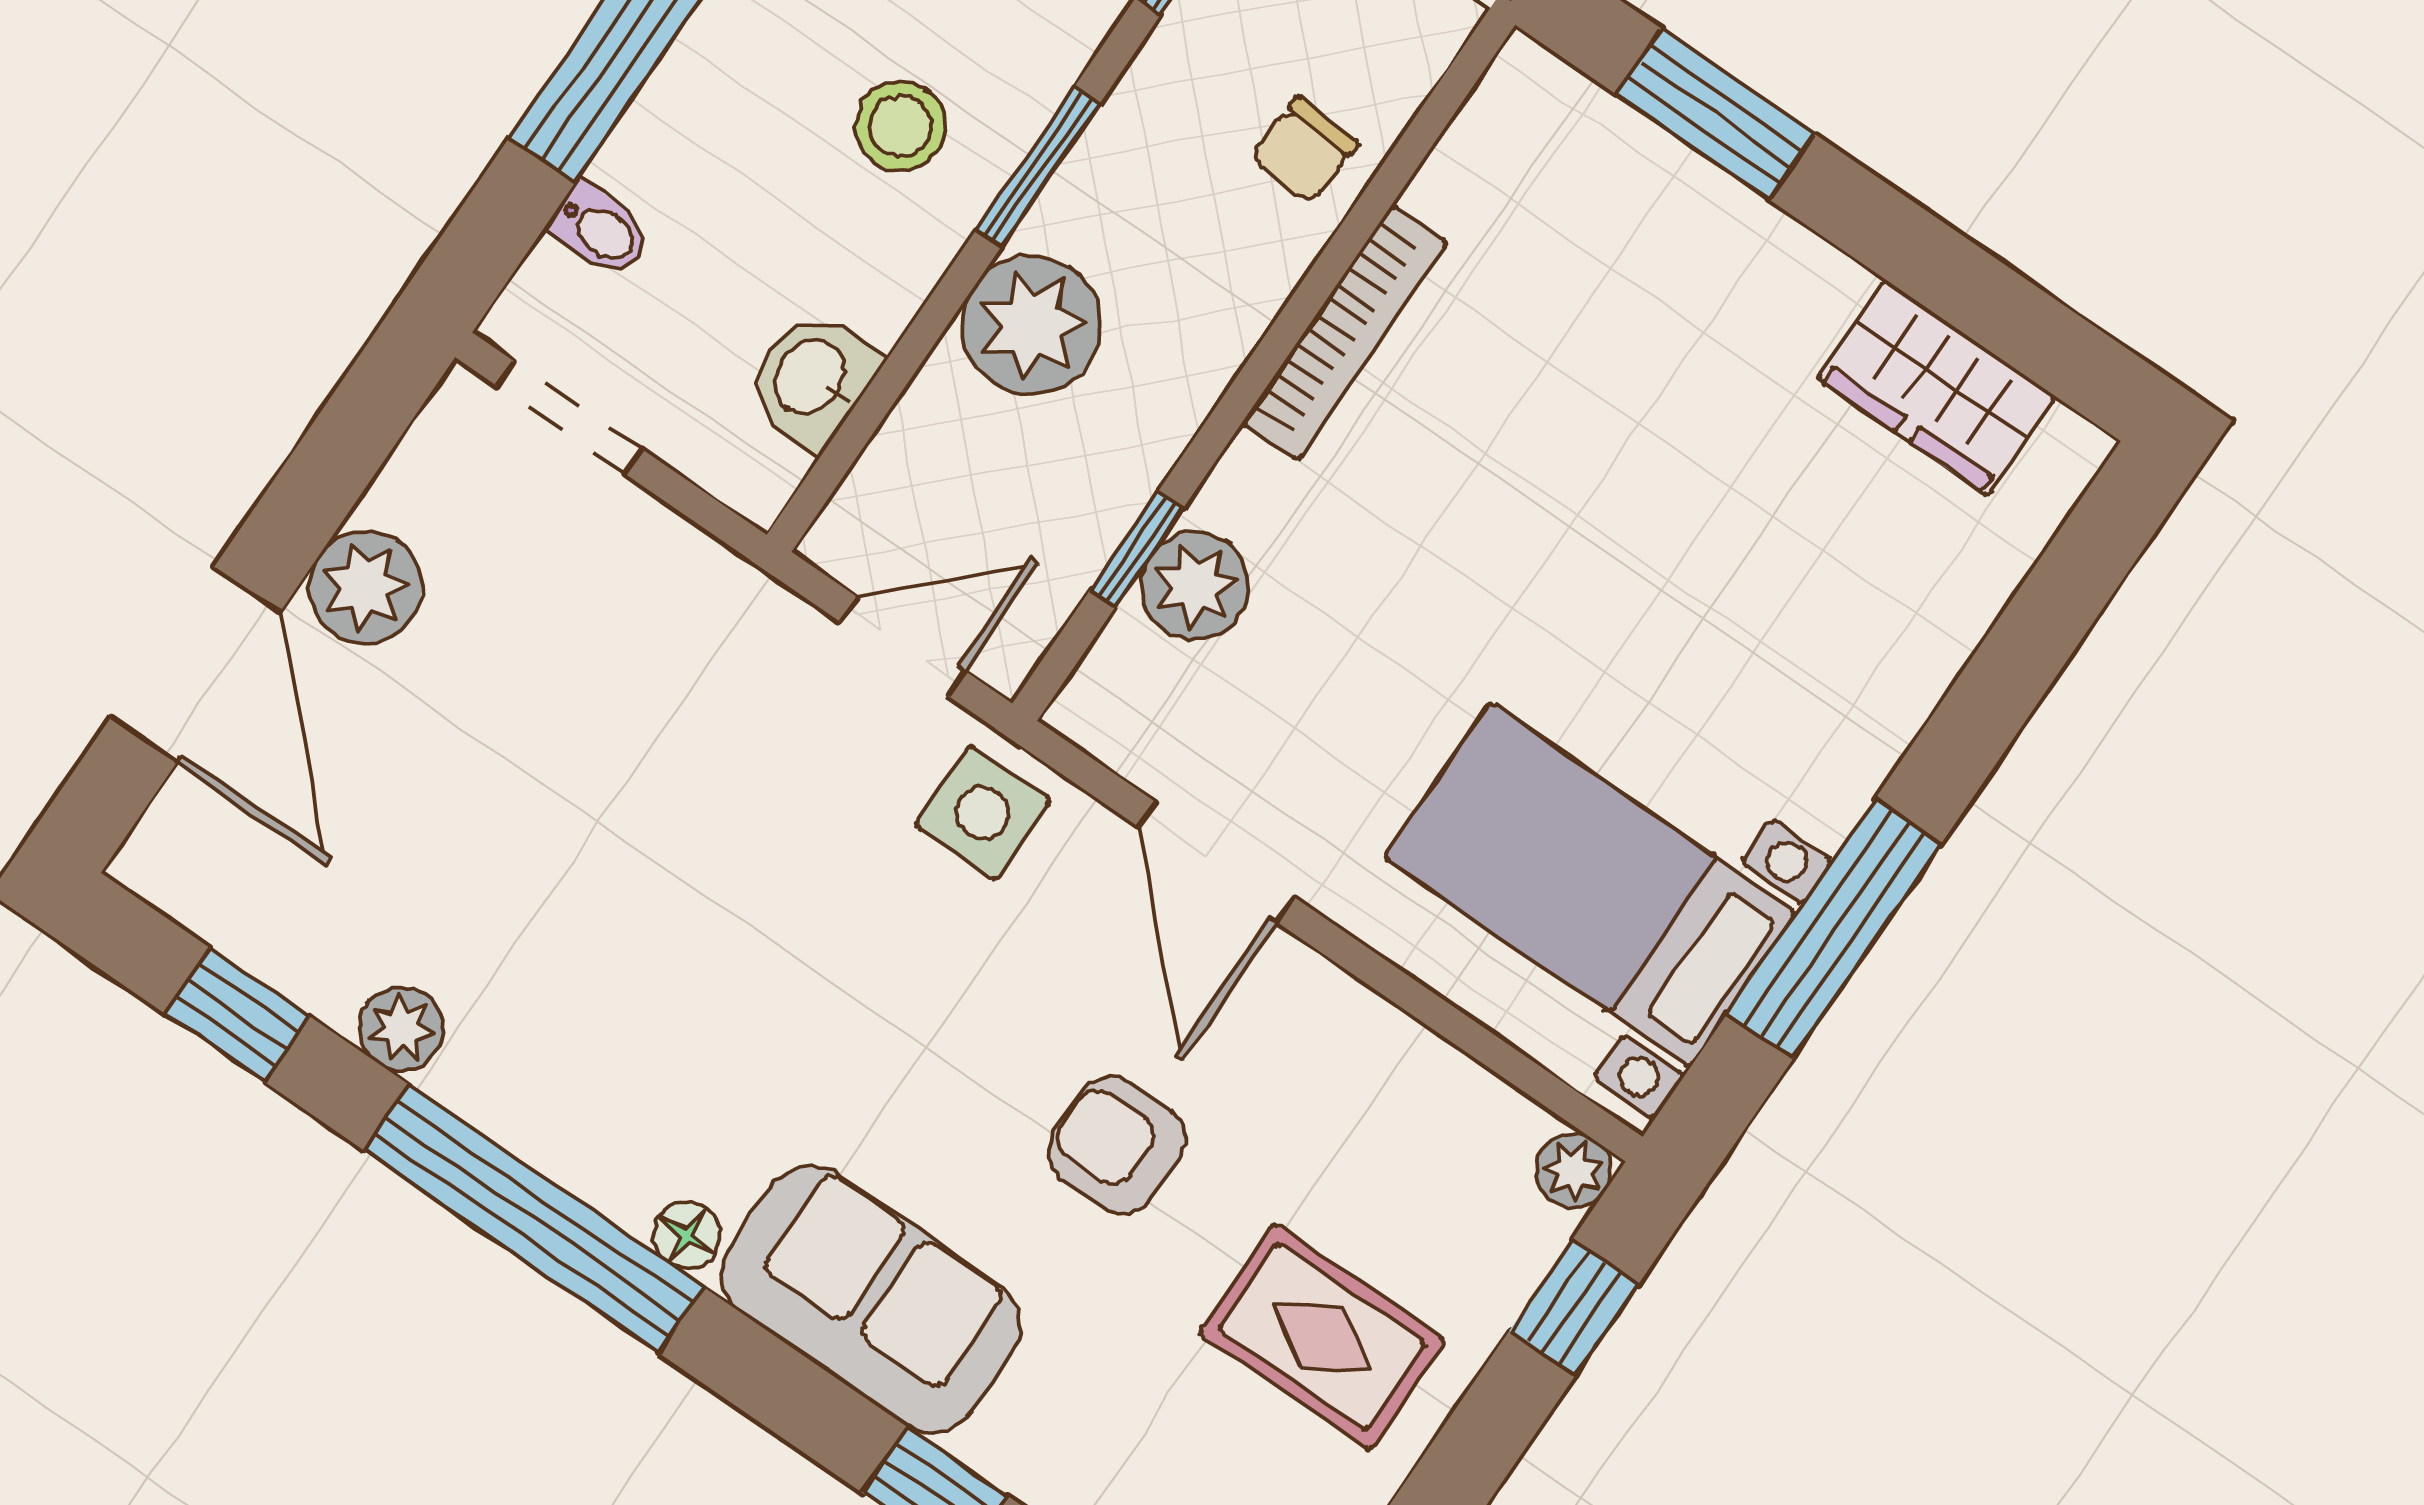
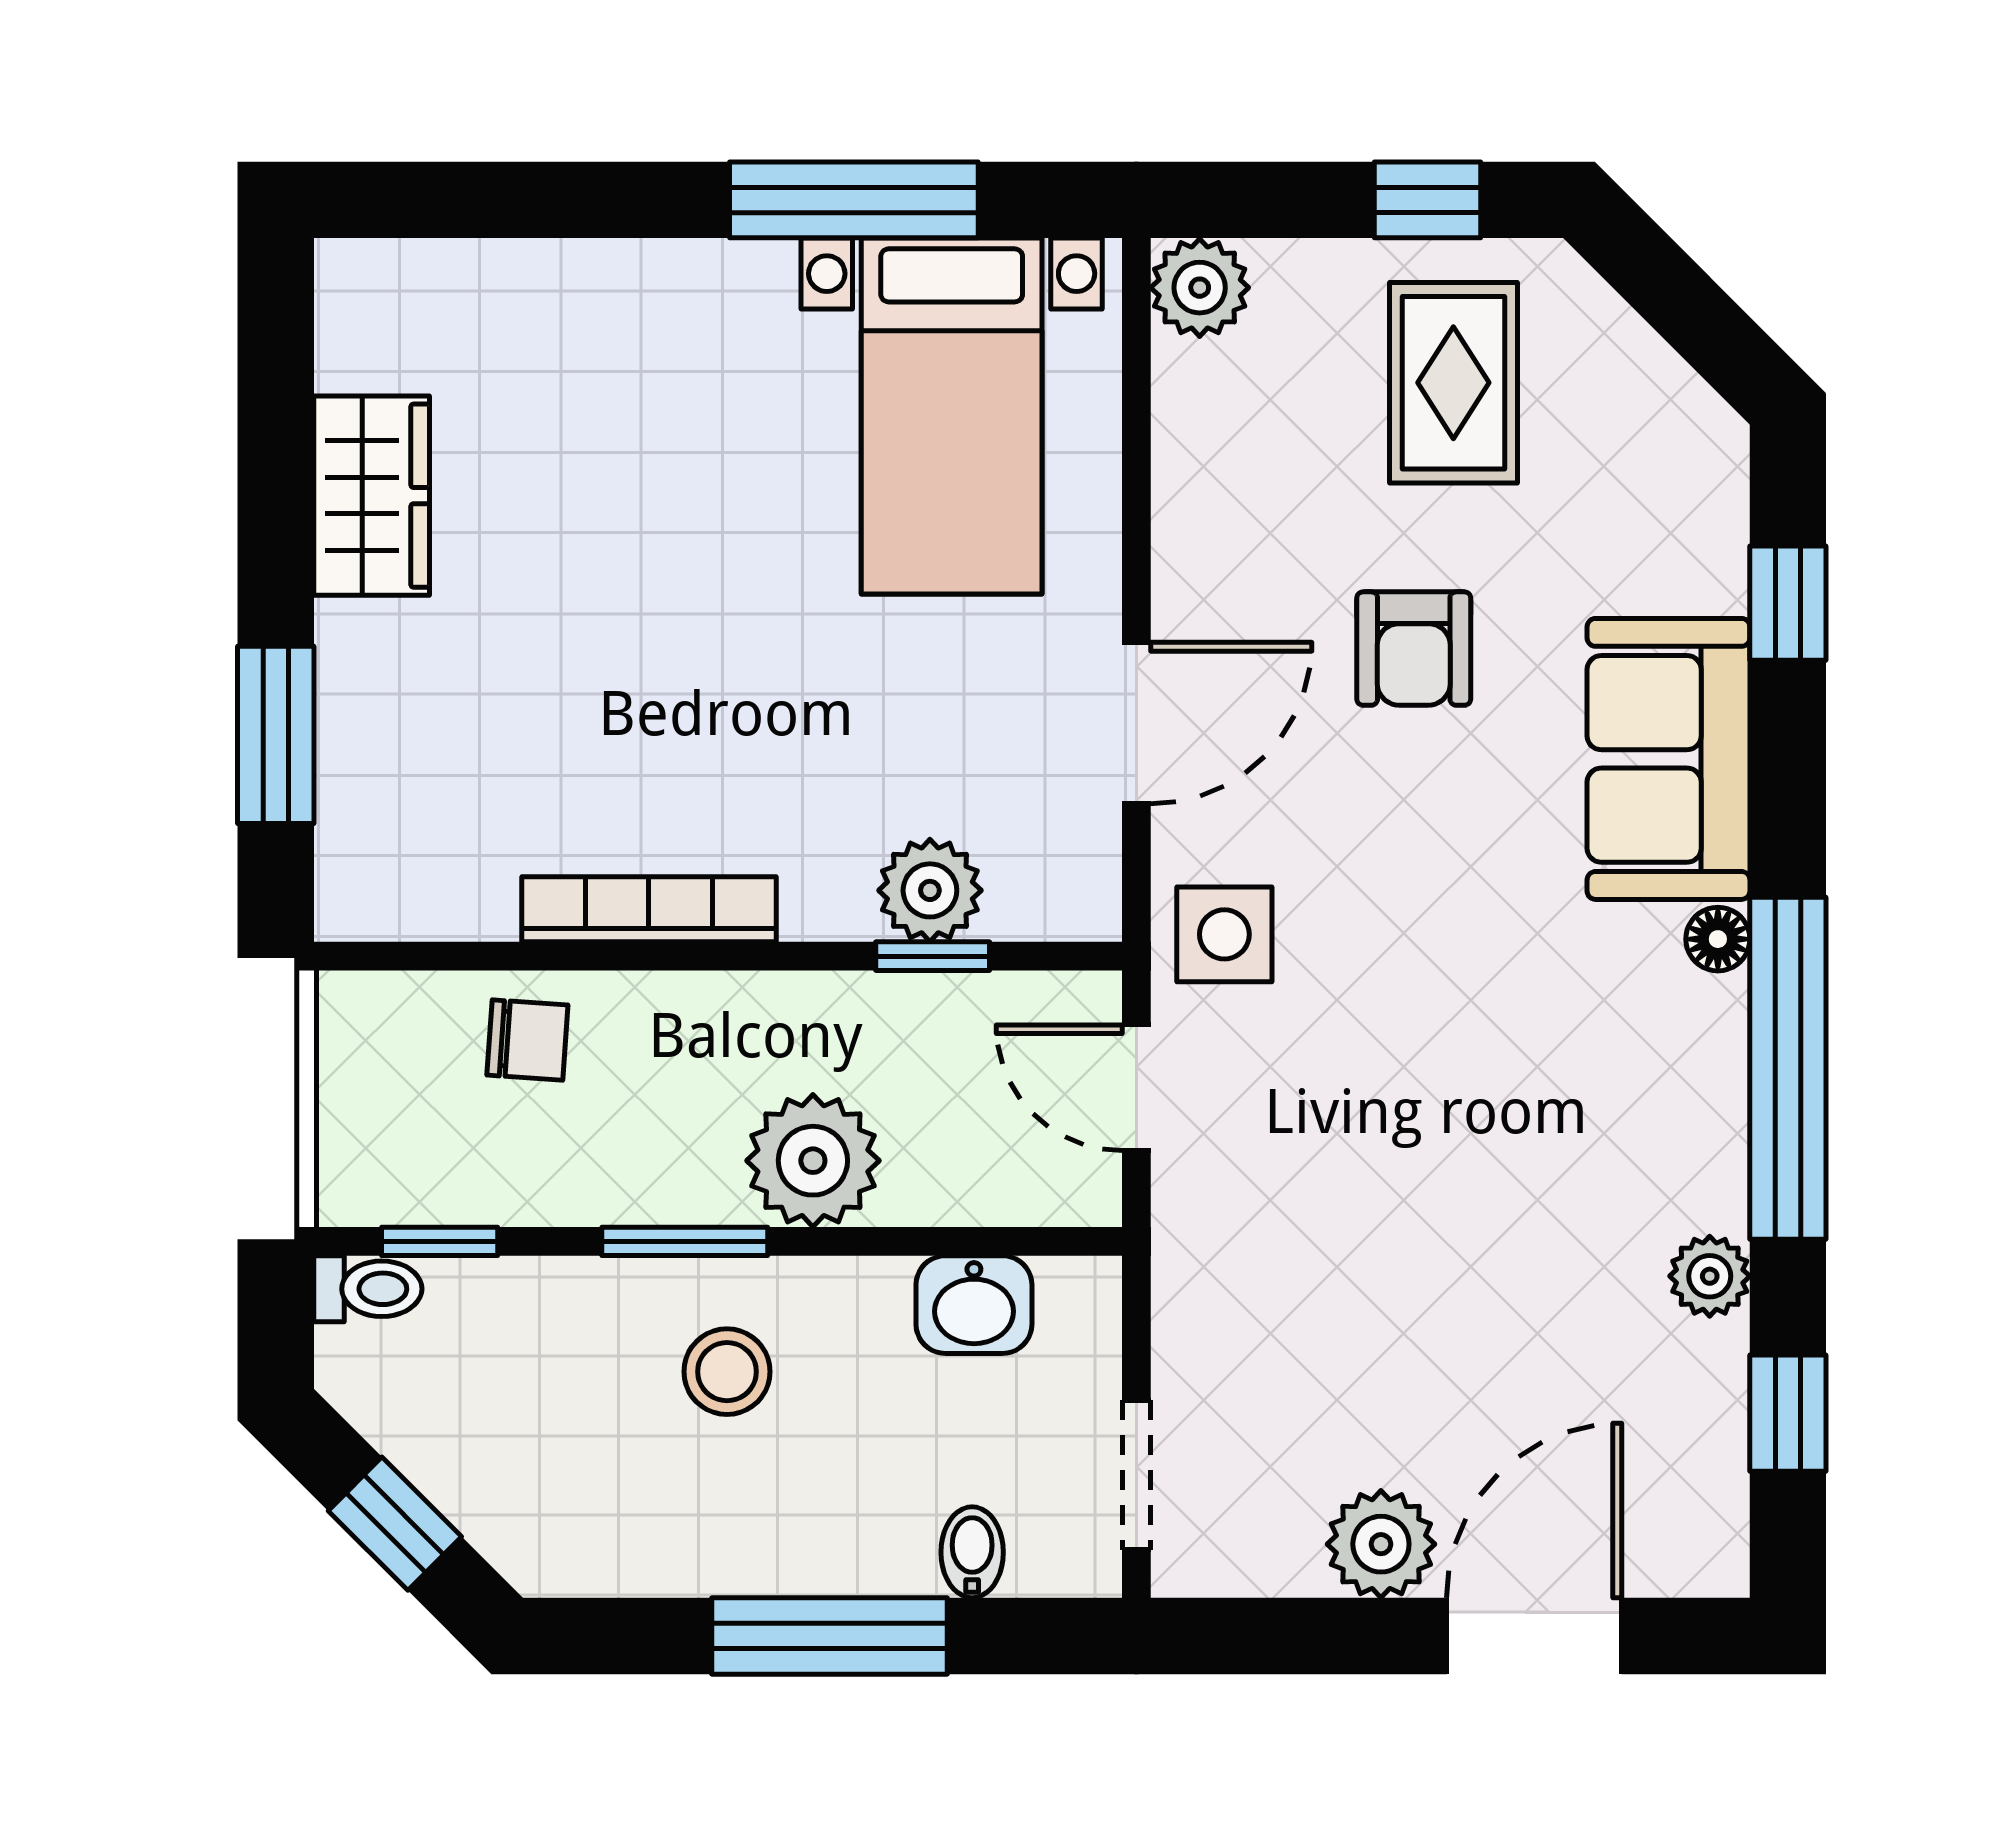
wardrobe: (1936, 388) -> (372, 496), moved
plant: (1574, 1171) -> (1200, 288), width x1.38, depth x1.38
window: (1574, 1308) -> (1428, 200), moved

